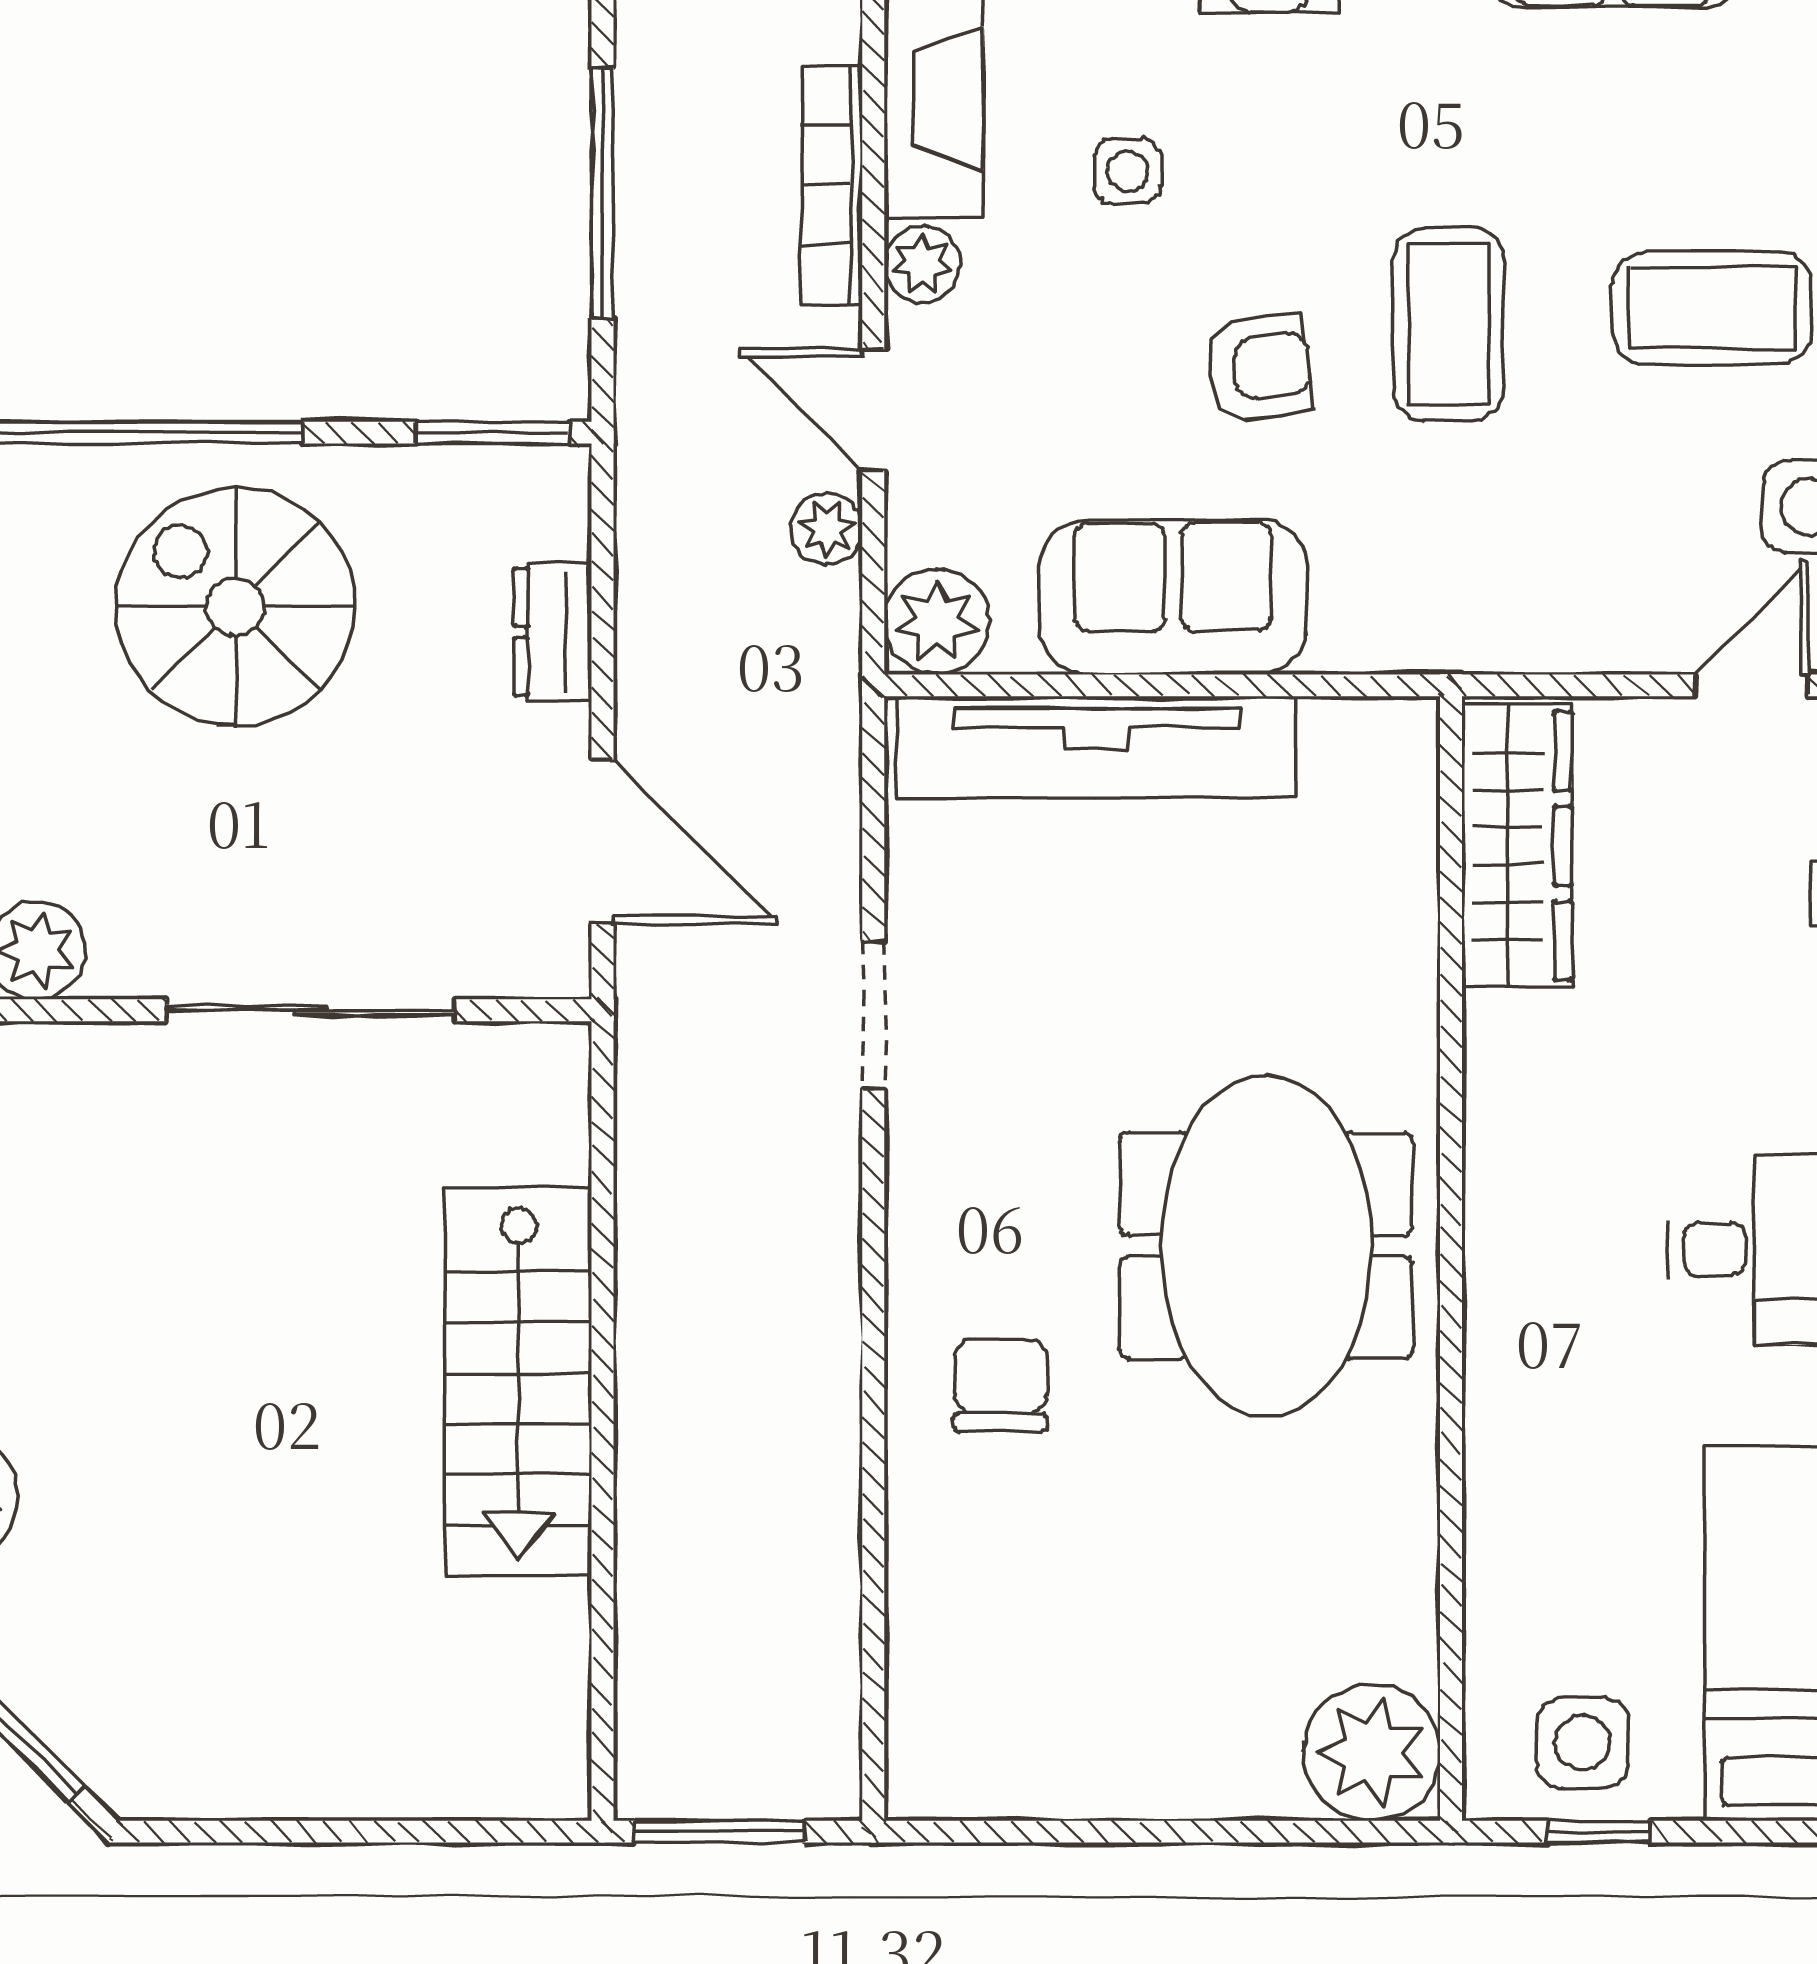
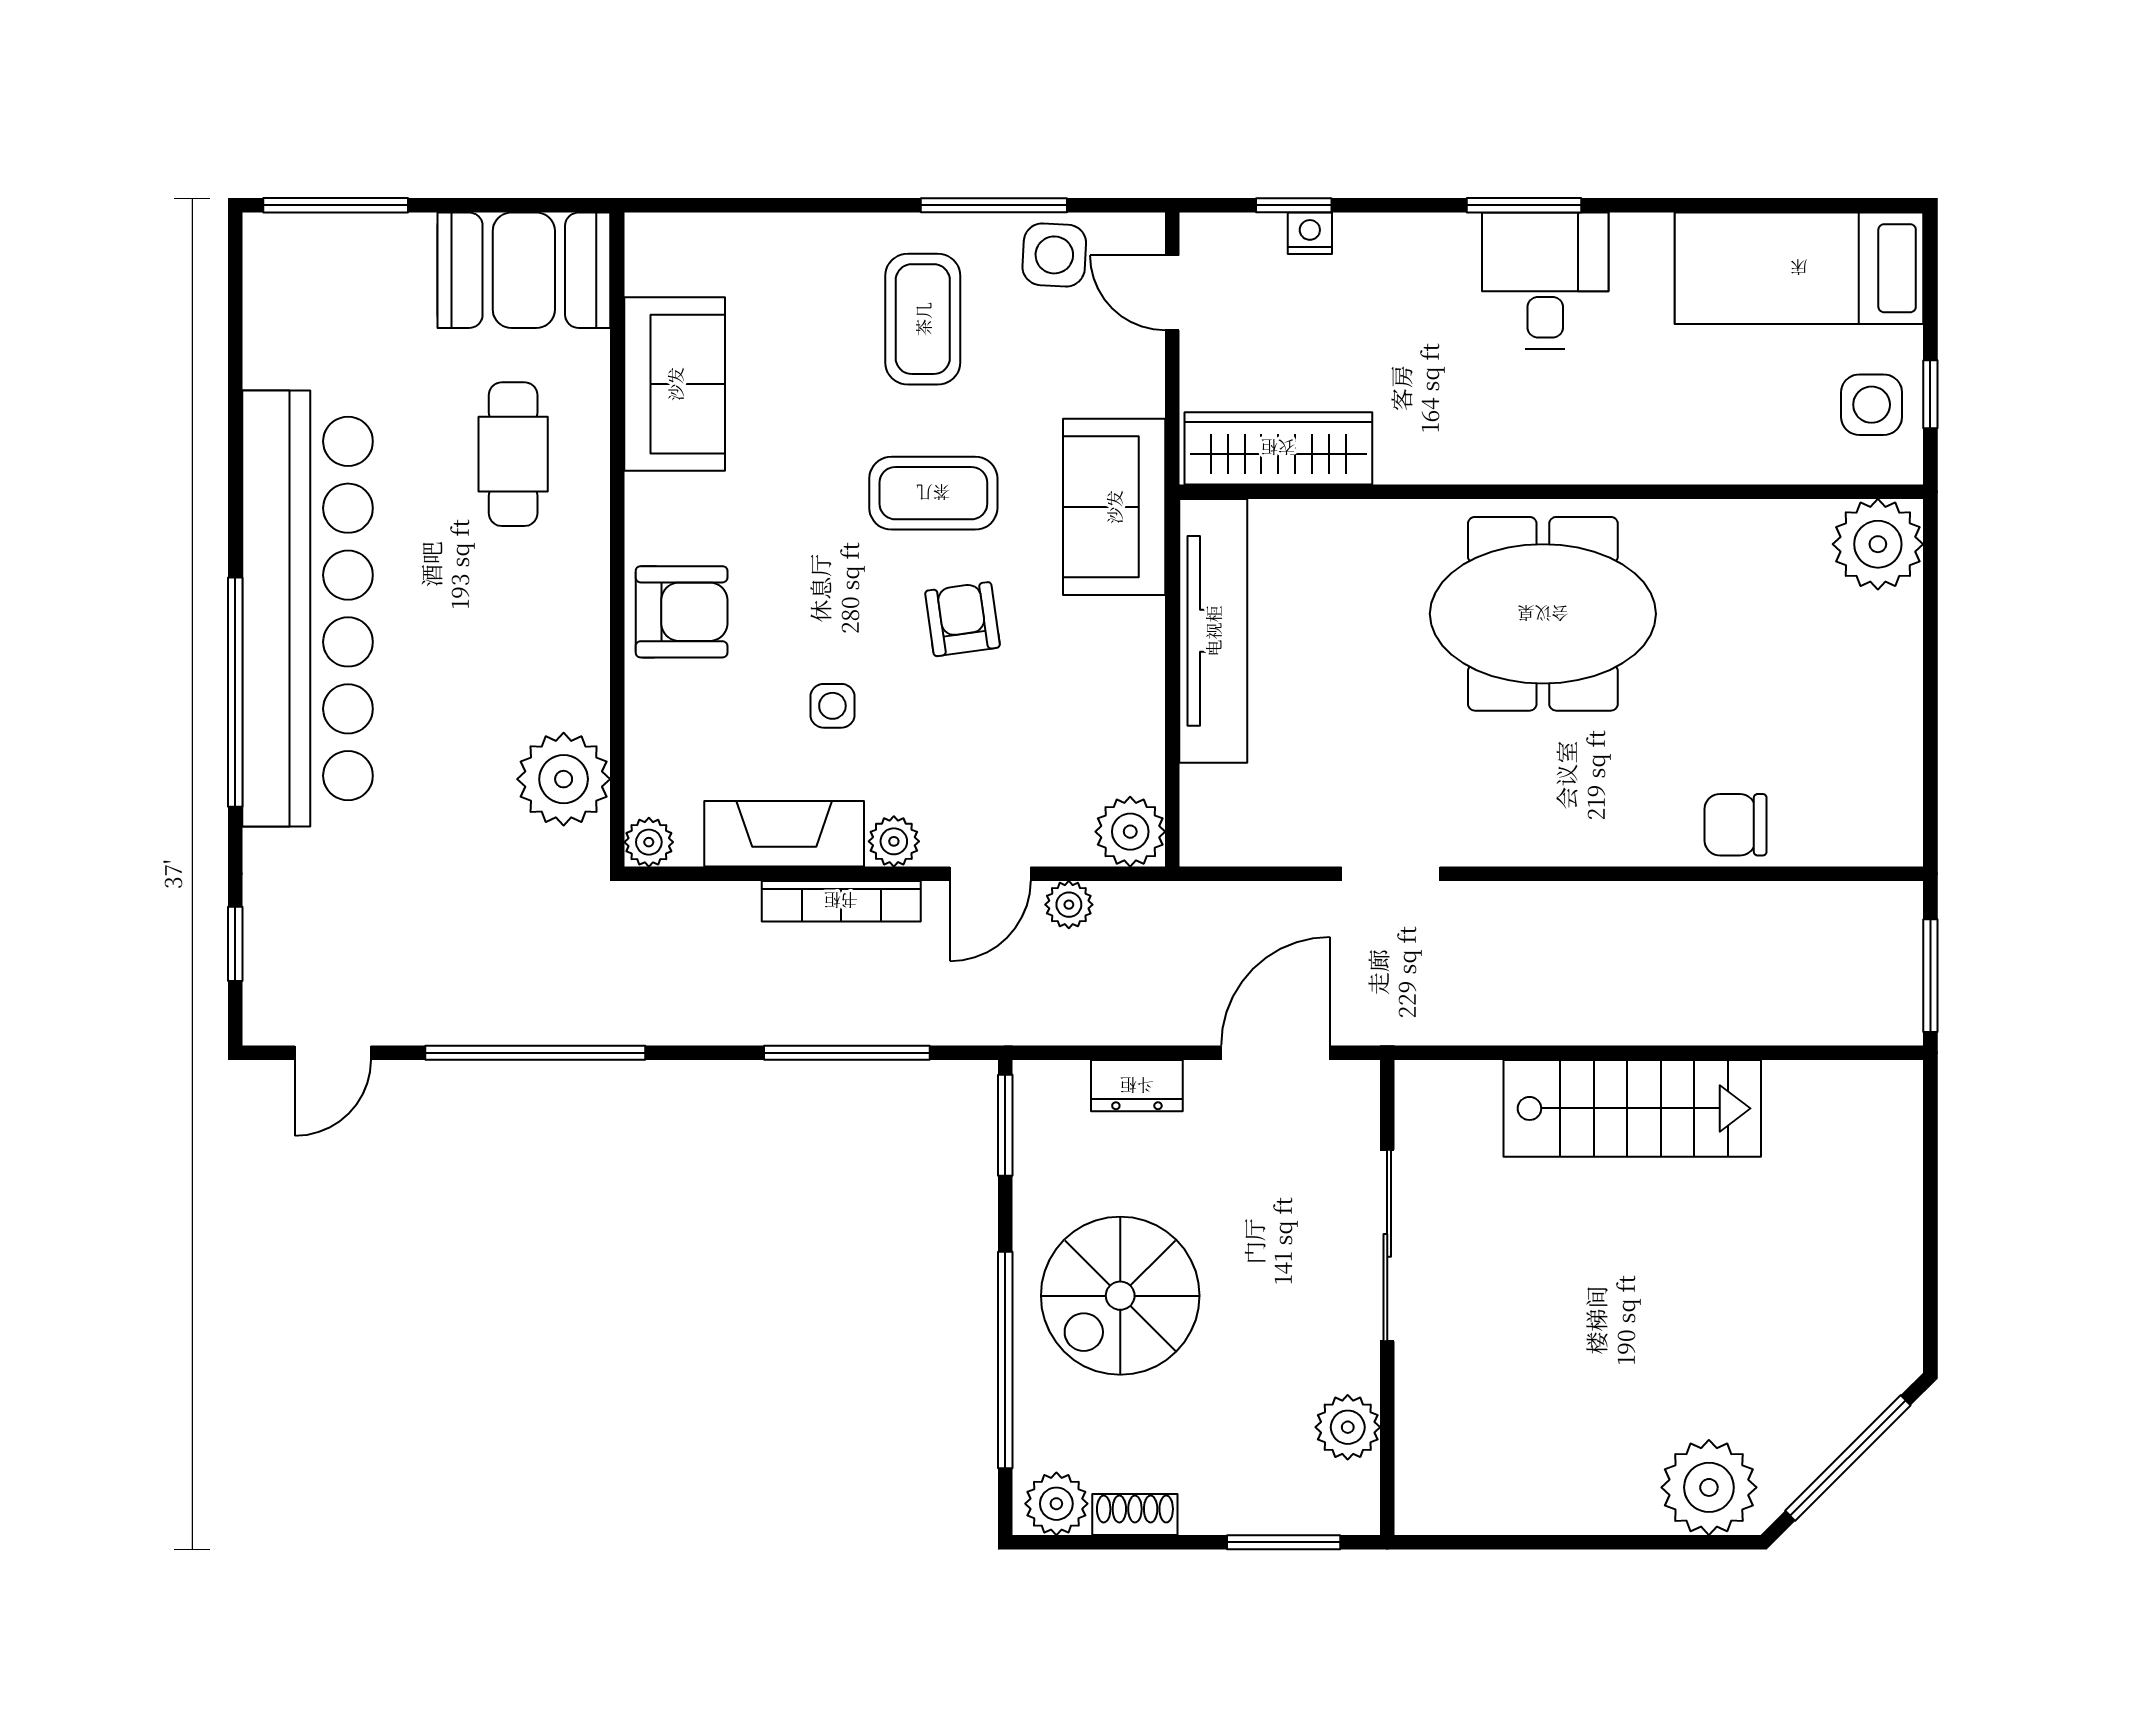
sofa: (1173, 597) -> (1114, 507), moved
tv unit: (1096, 747) -> (1213, 631), moved
chair: (1000, 1385) -> (1735, 825), moved

